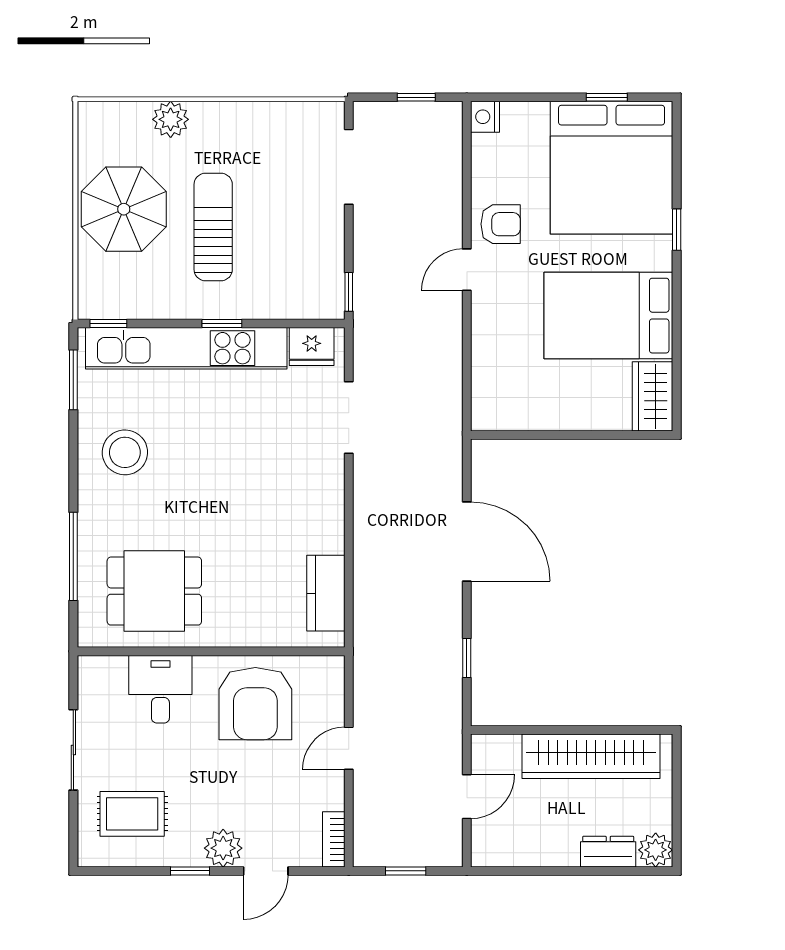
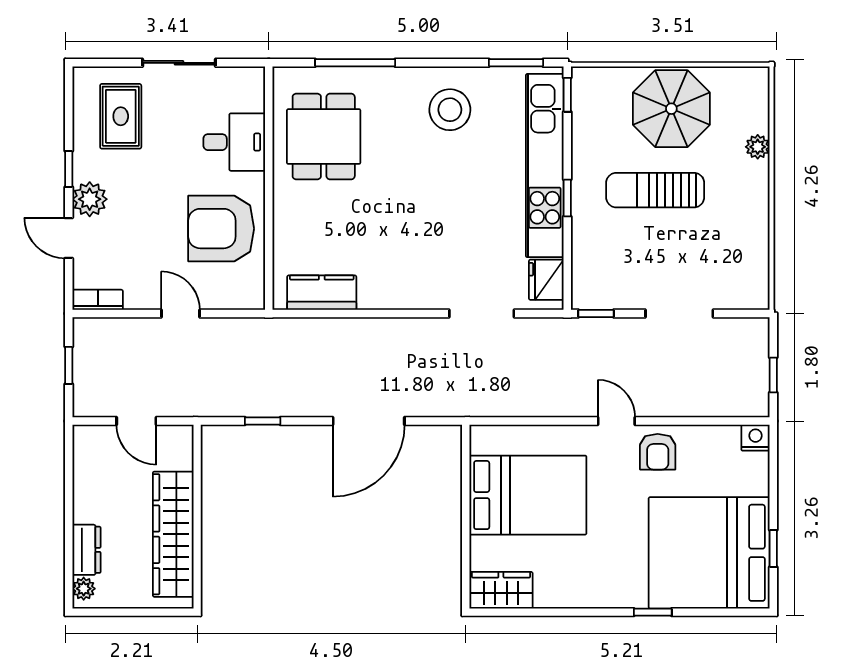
plant: (171, 119) -> (758, 147), width x0.73, depth x0.73
doorway: (349, 167) -> (679, 314), moved
sun lounger: (213, 227) -> (655, 190), turned 180
bed: (608, 316) -> (528, 495), moved, turned 90
plant: (656, 850) -> (84, 589), width x0.73, depth x0.73

